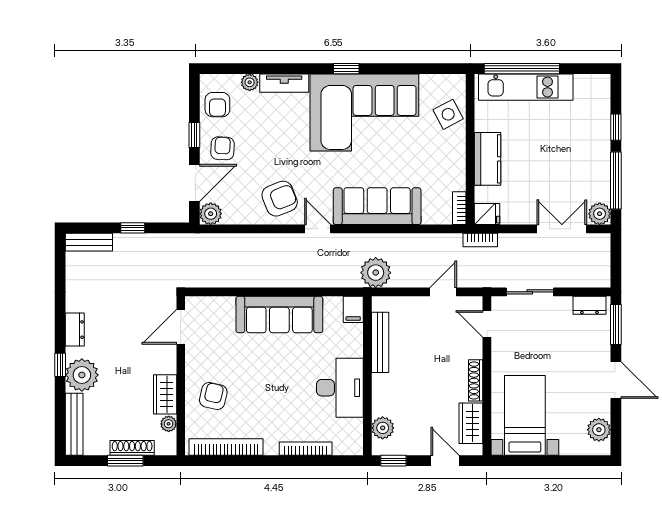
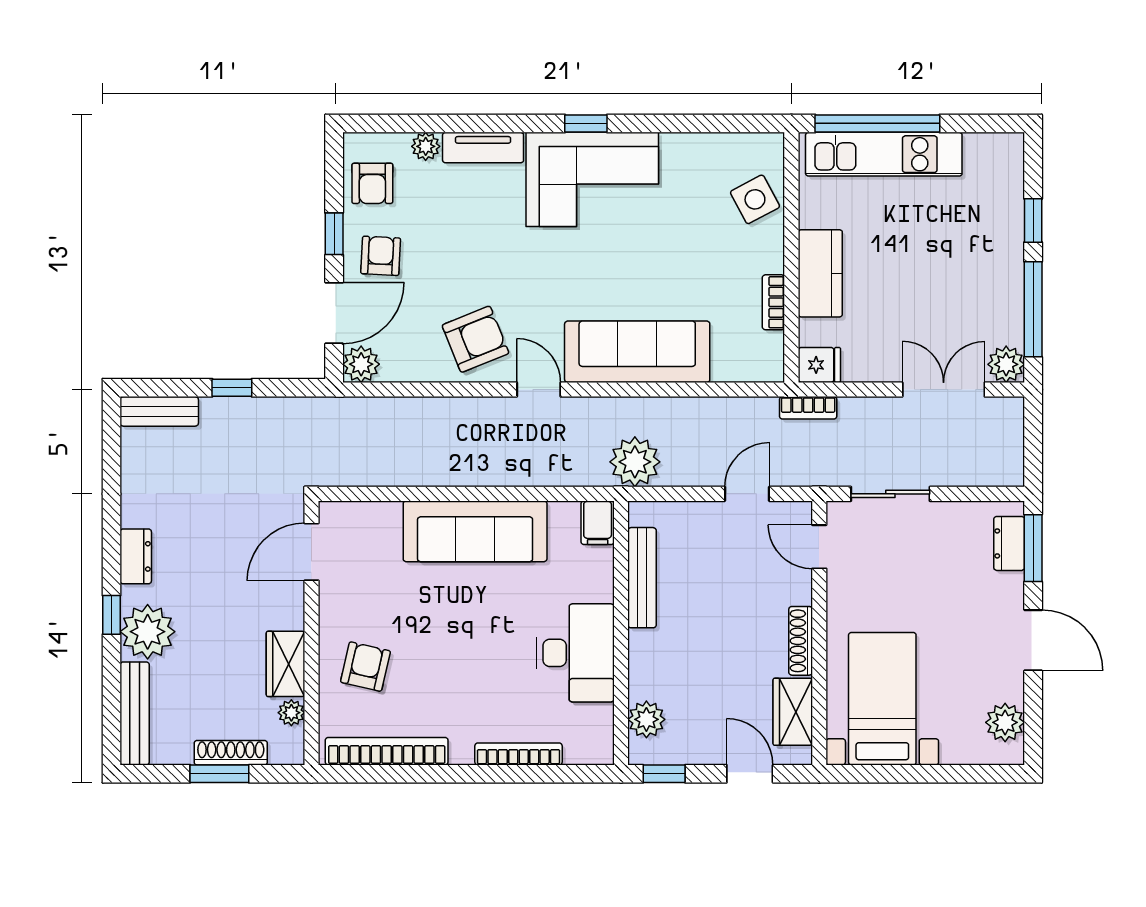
corner sofa: (364, 112) -> (592, 179), width x0.73, depth x0.74
bookcase: (459, 208) -> (773, 302), moved
dresser: (589, 305) -> (1009, 543), moved, turned 90

